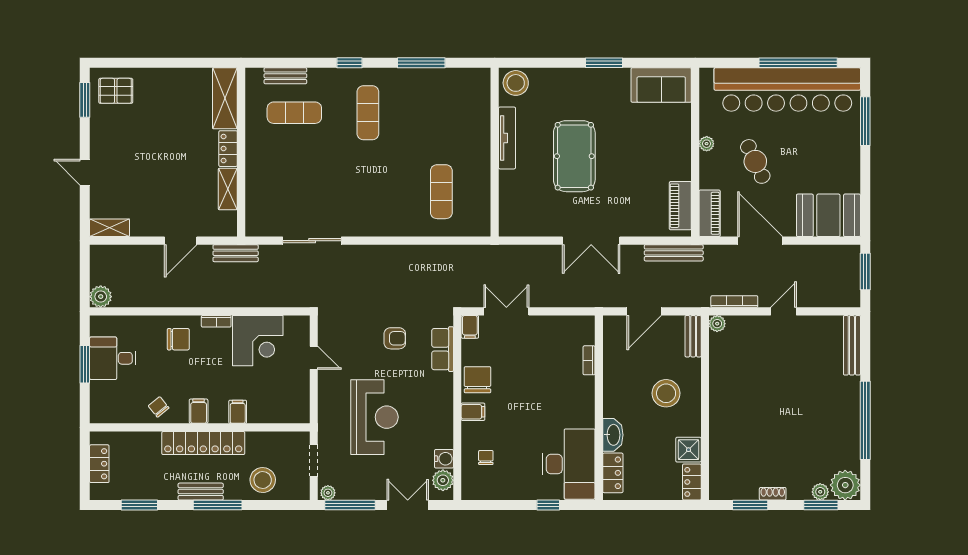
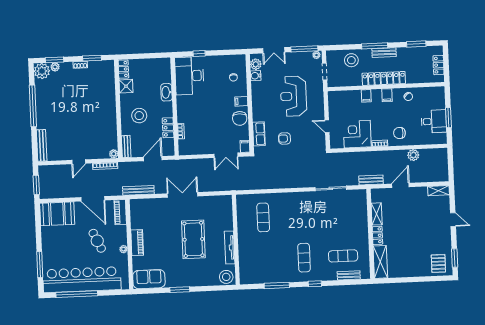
pallet: (116, 91) -> (438, 263), turned 90
piano: (680, 206) -> (137, 243), moved
plant: (101, 297) -> (413, 155), moved
locker: (613, 473) -> (168, 128), moved

